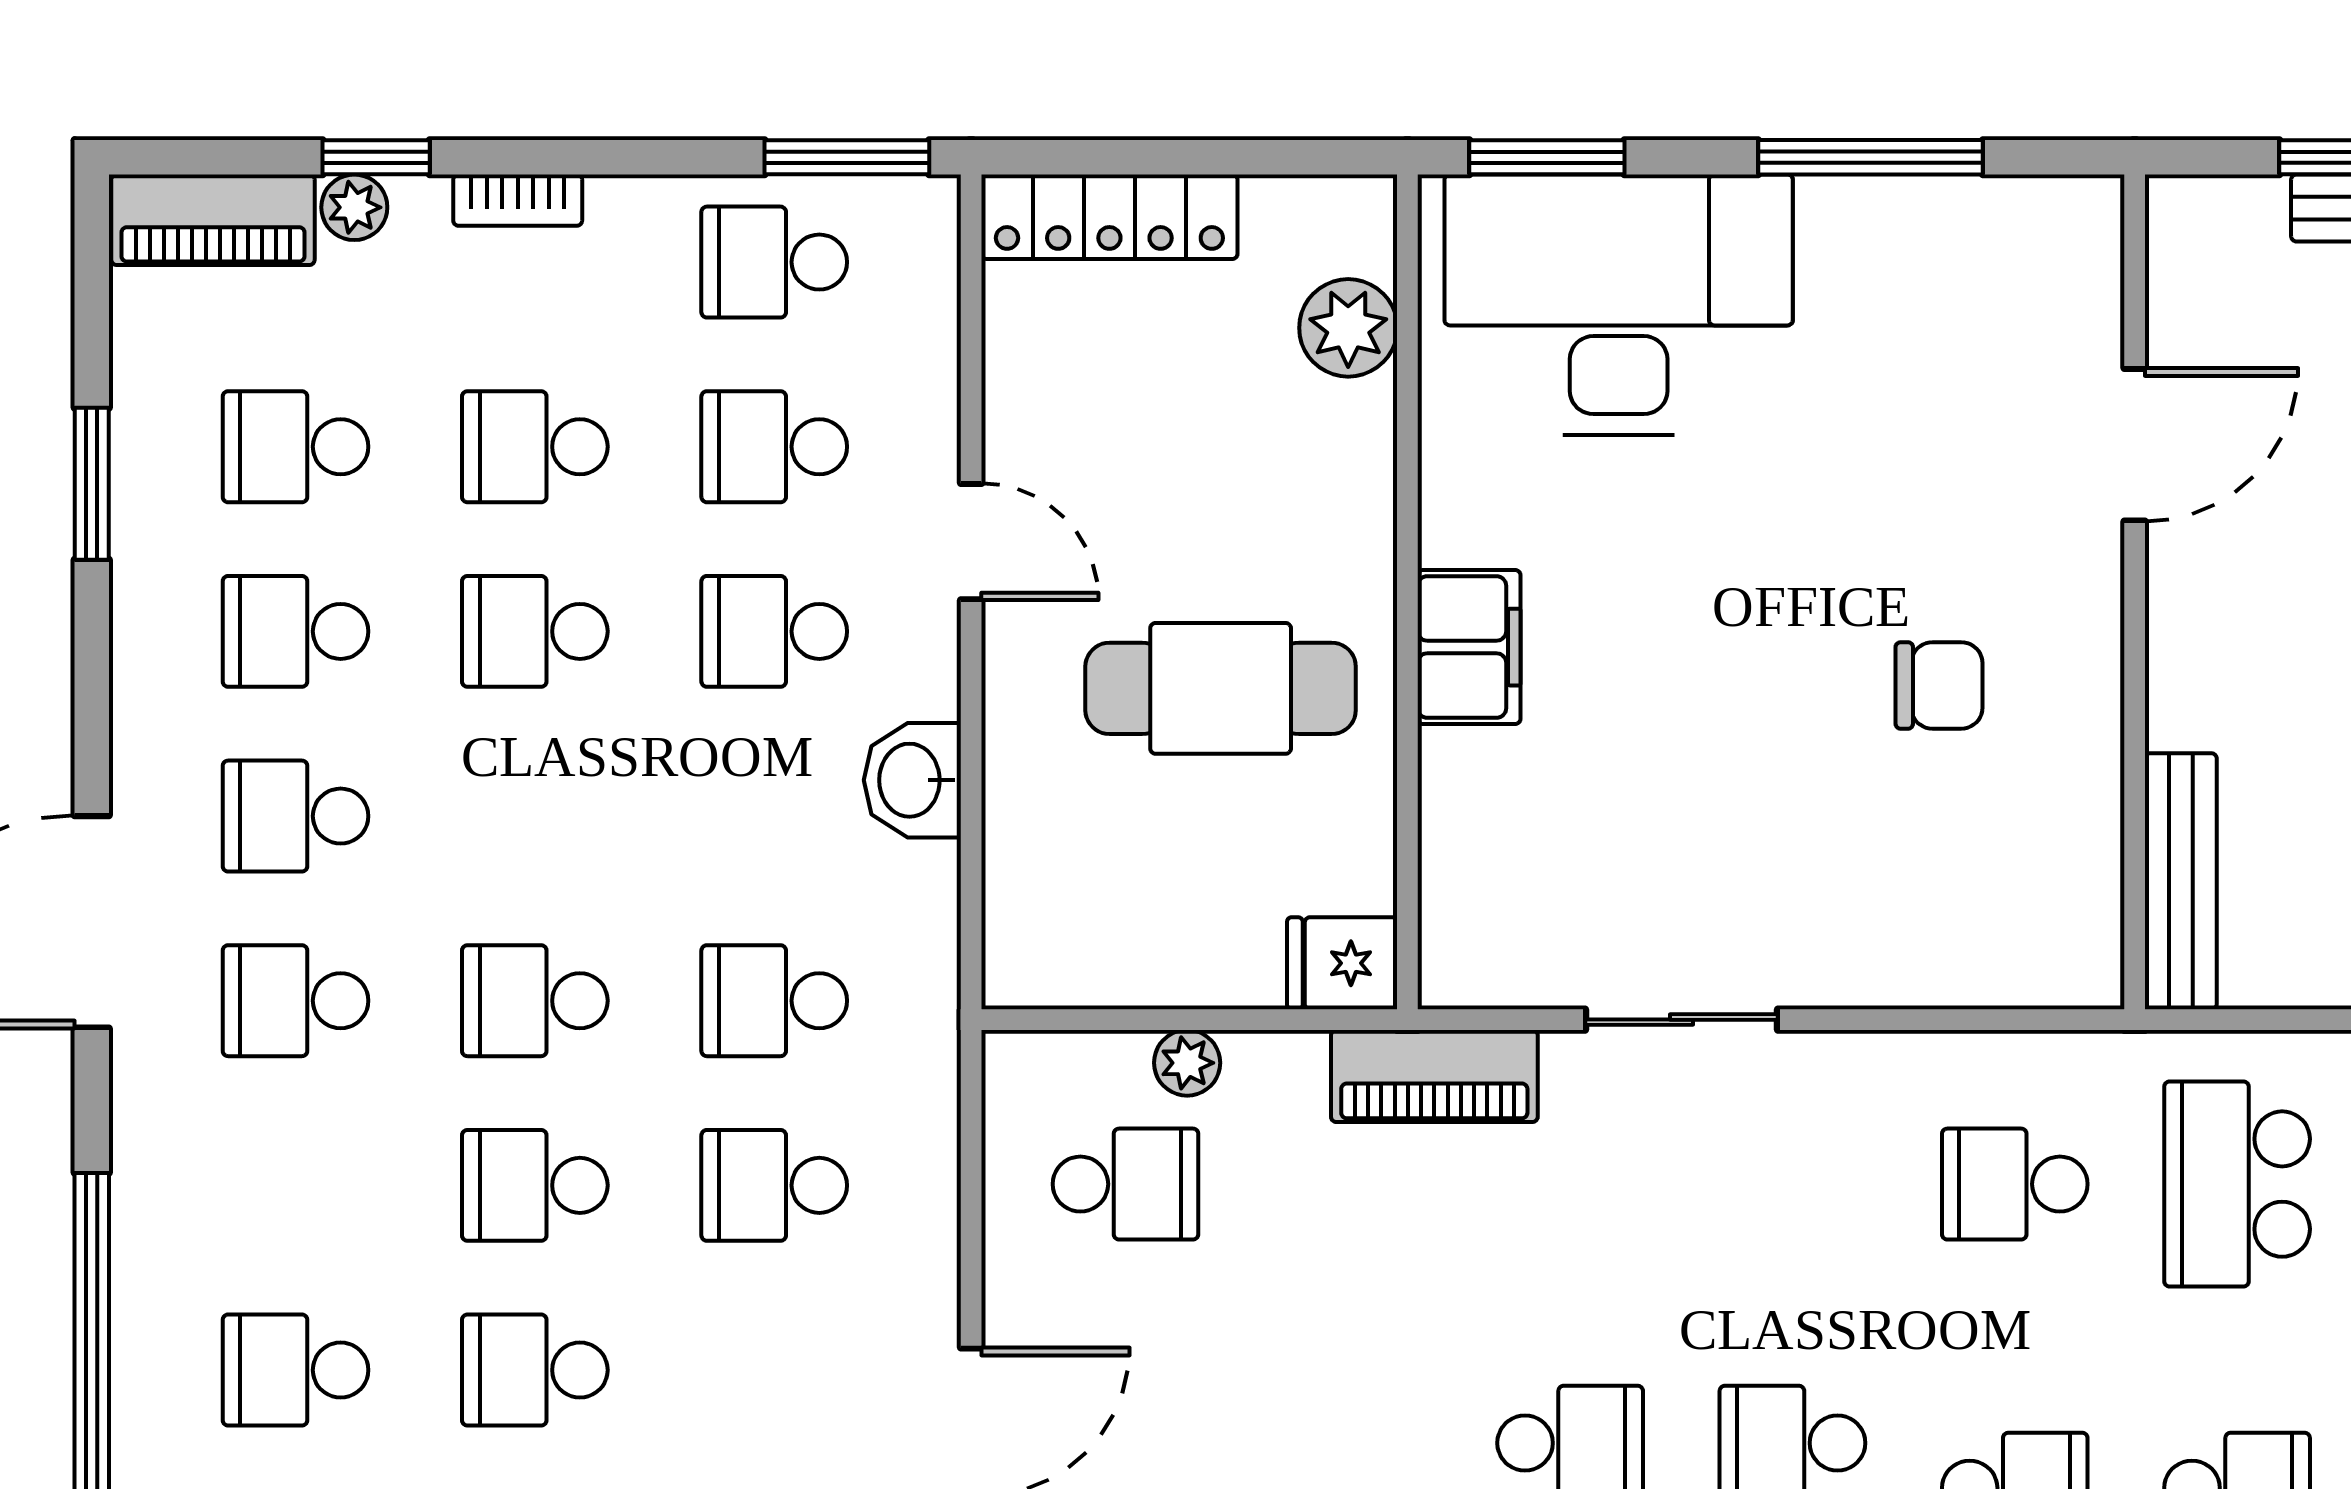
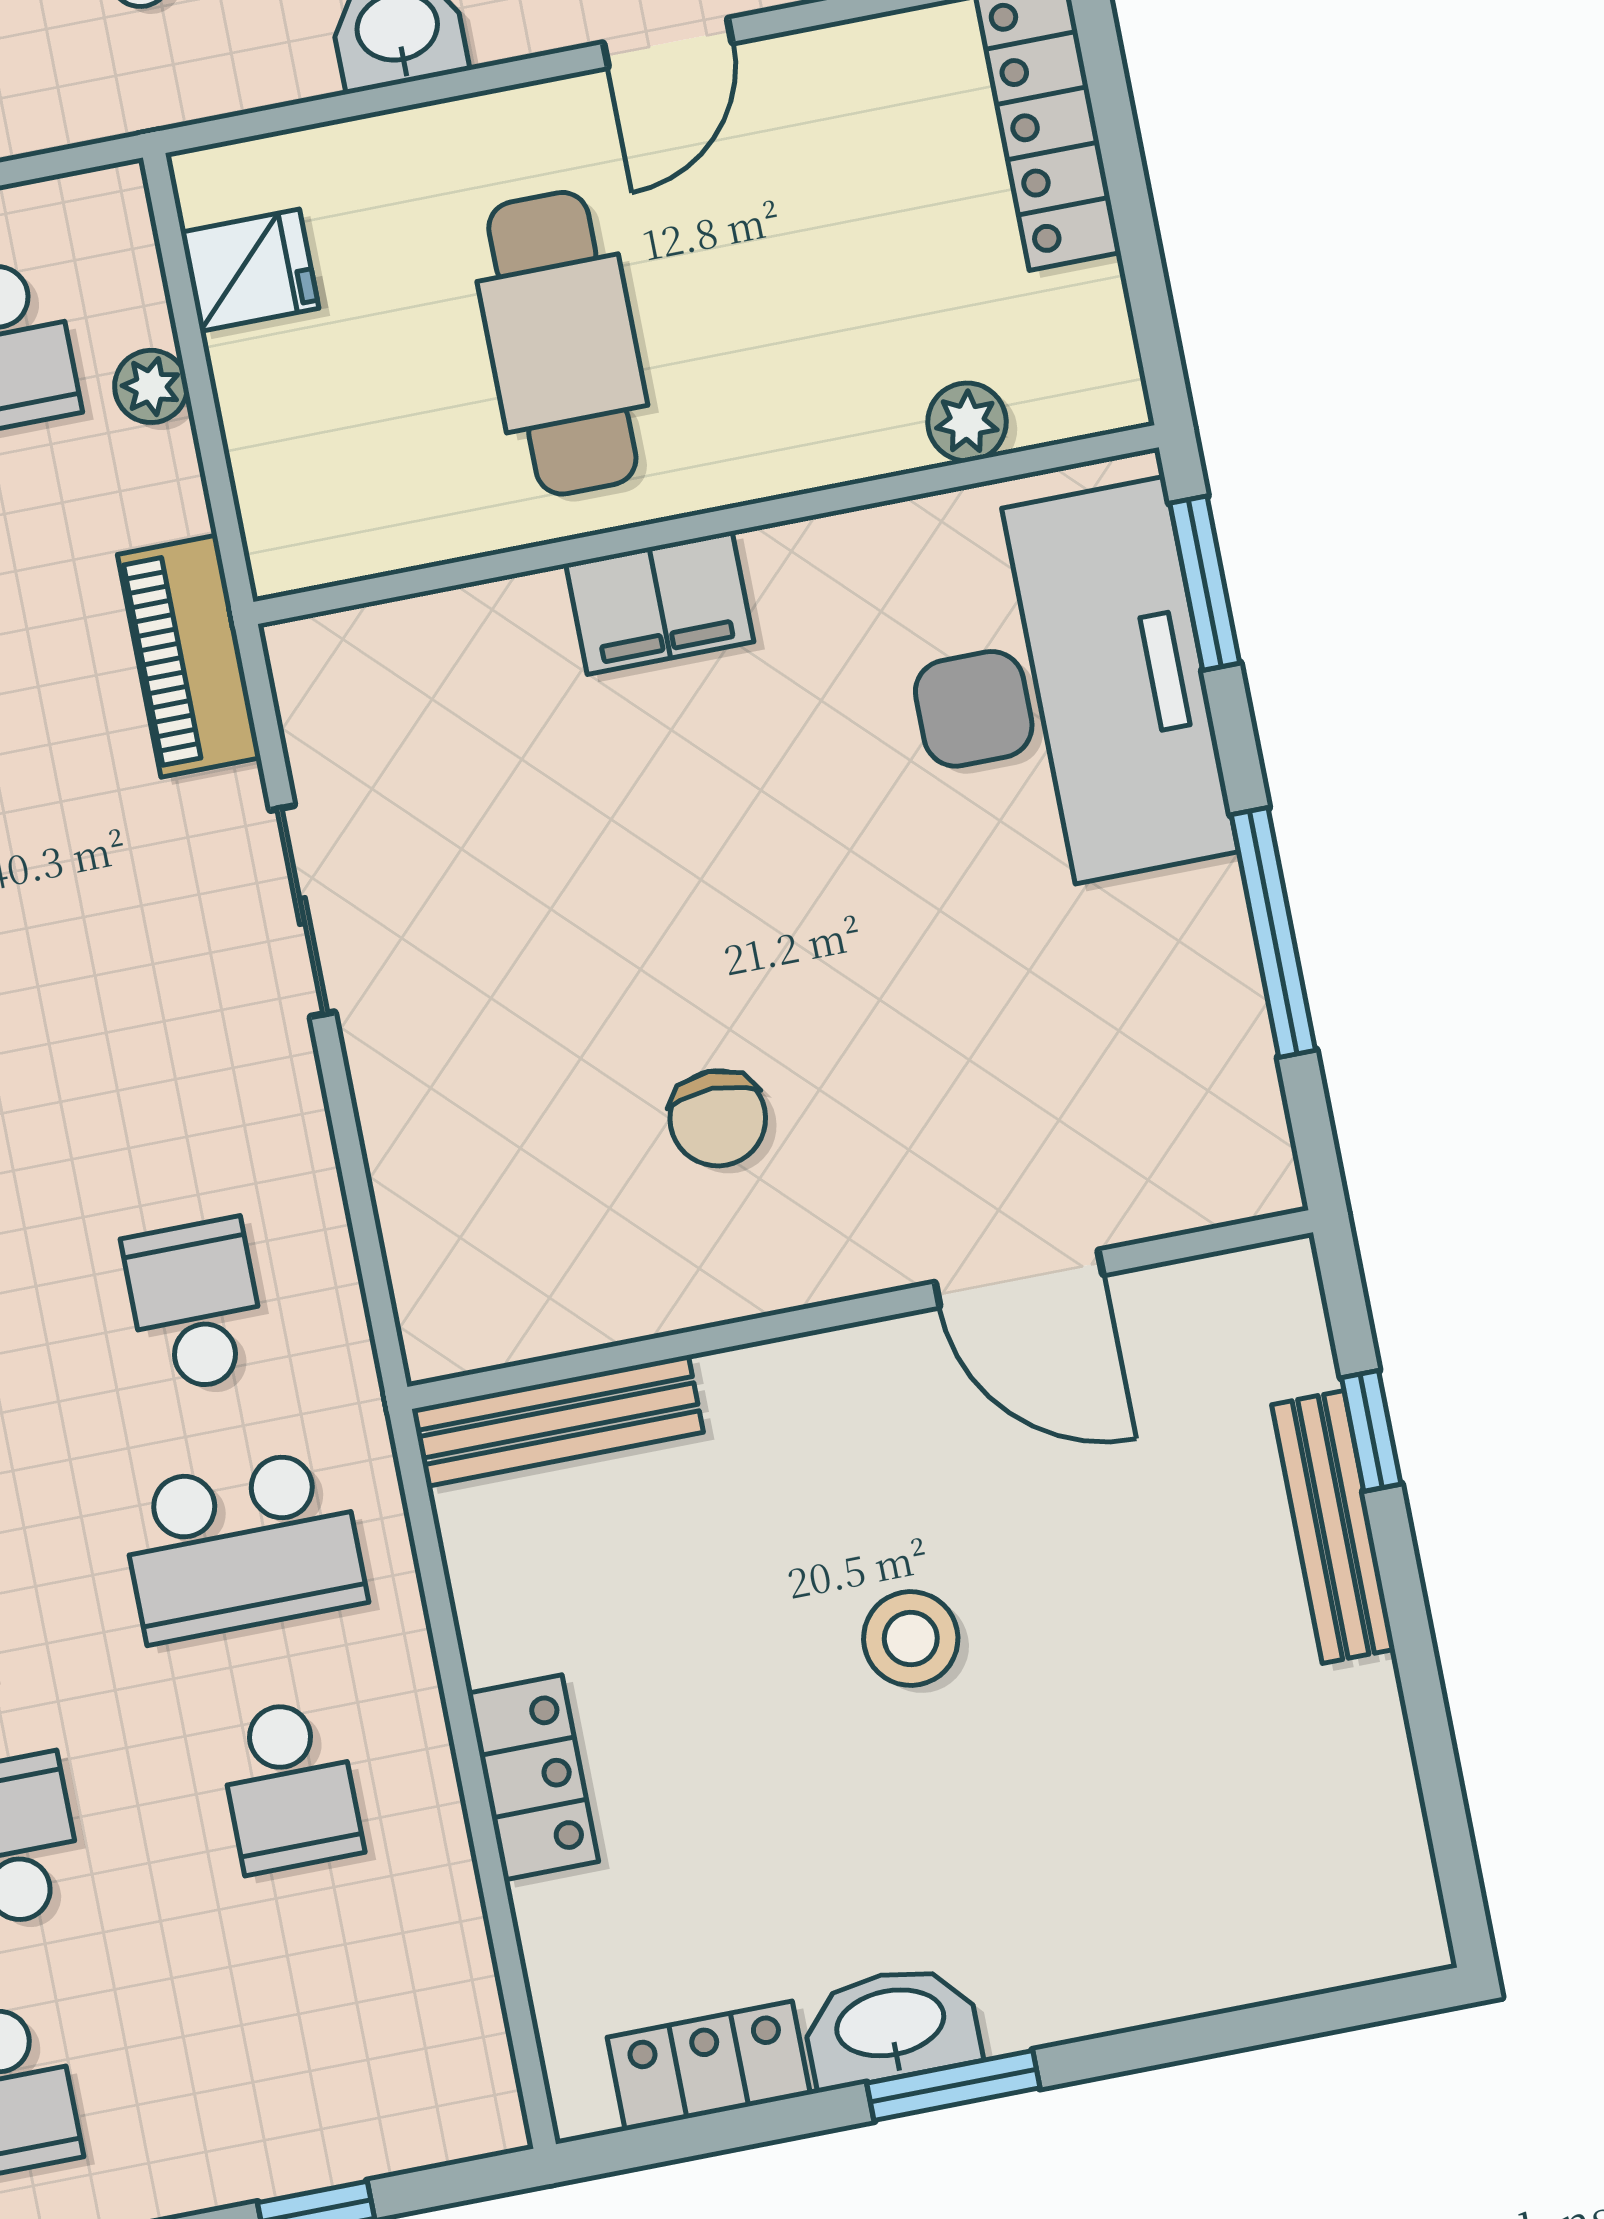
plant: (1348, 328) -> (967, 422), width x0.73, depth x0.73
fridge: (1342, 963) -> (250, 270), moved, turned 90
school desk: (2237, 1184) -> (243, 1546), turned 180

